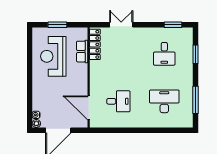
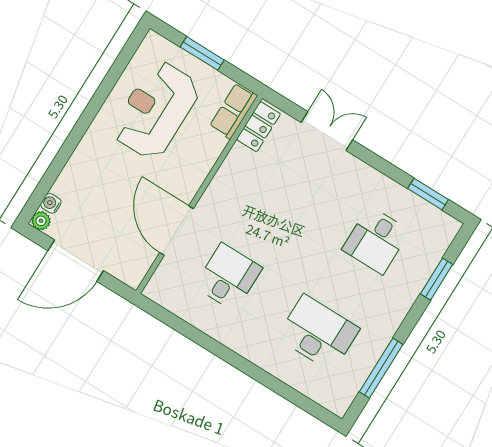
locker: (95, 44) -> (258, 127), width x0.66
row of seats: (82, 52) -> (233, 111), moved
desk: (118, 101) -> (228, 277), turned -90
door: (89, 108) -> (177, 231), moved

